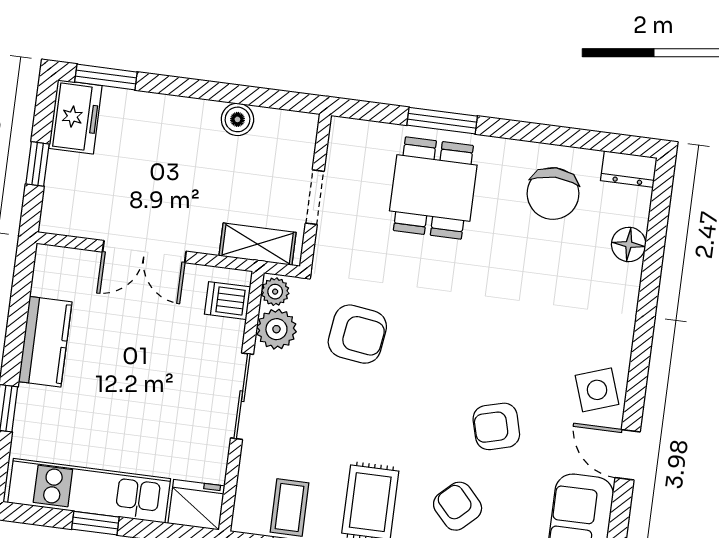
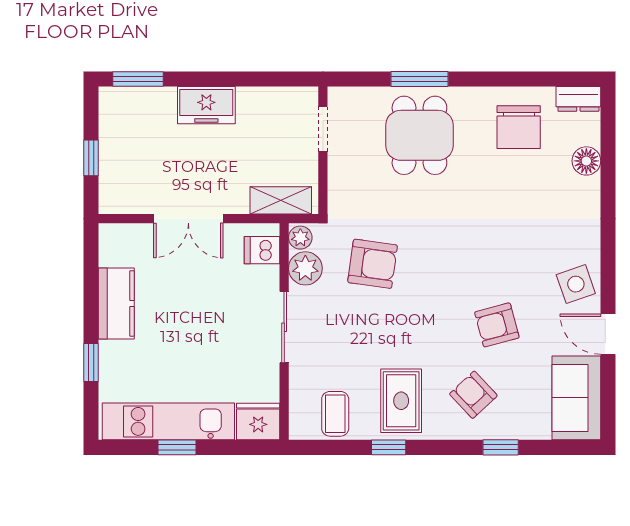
freezer: (75, 117) -> (206, 105), moved, turned 90
boiler: (237, 119) -> (251, 100), removed
doorway: (315, 197) -> (323, 129), moved

